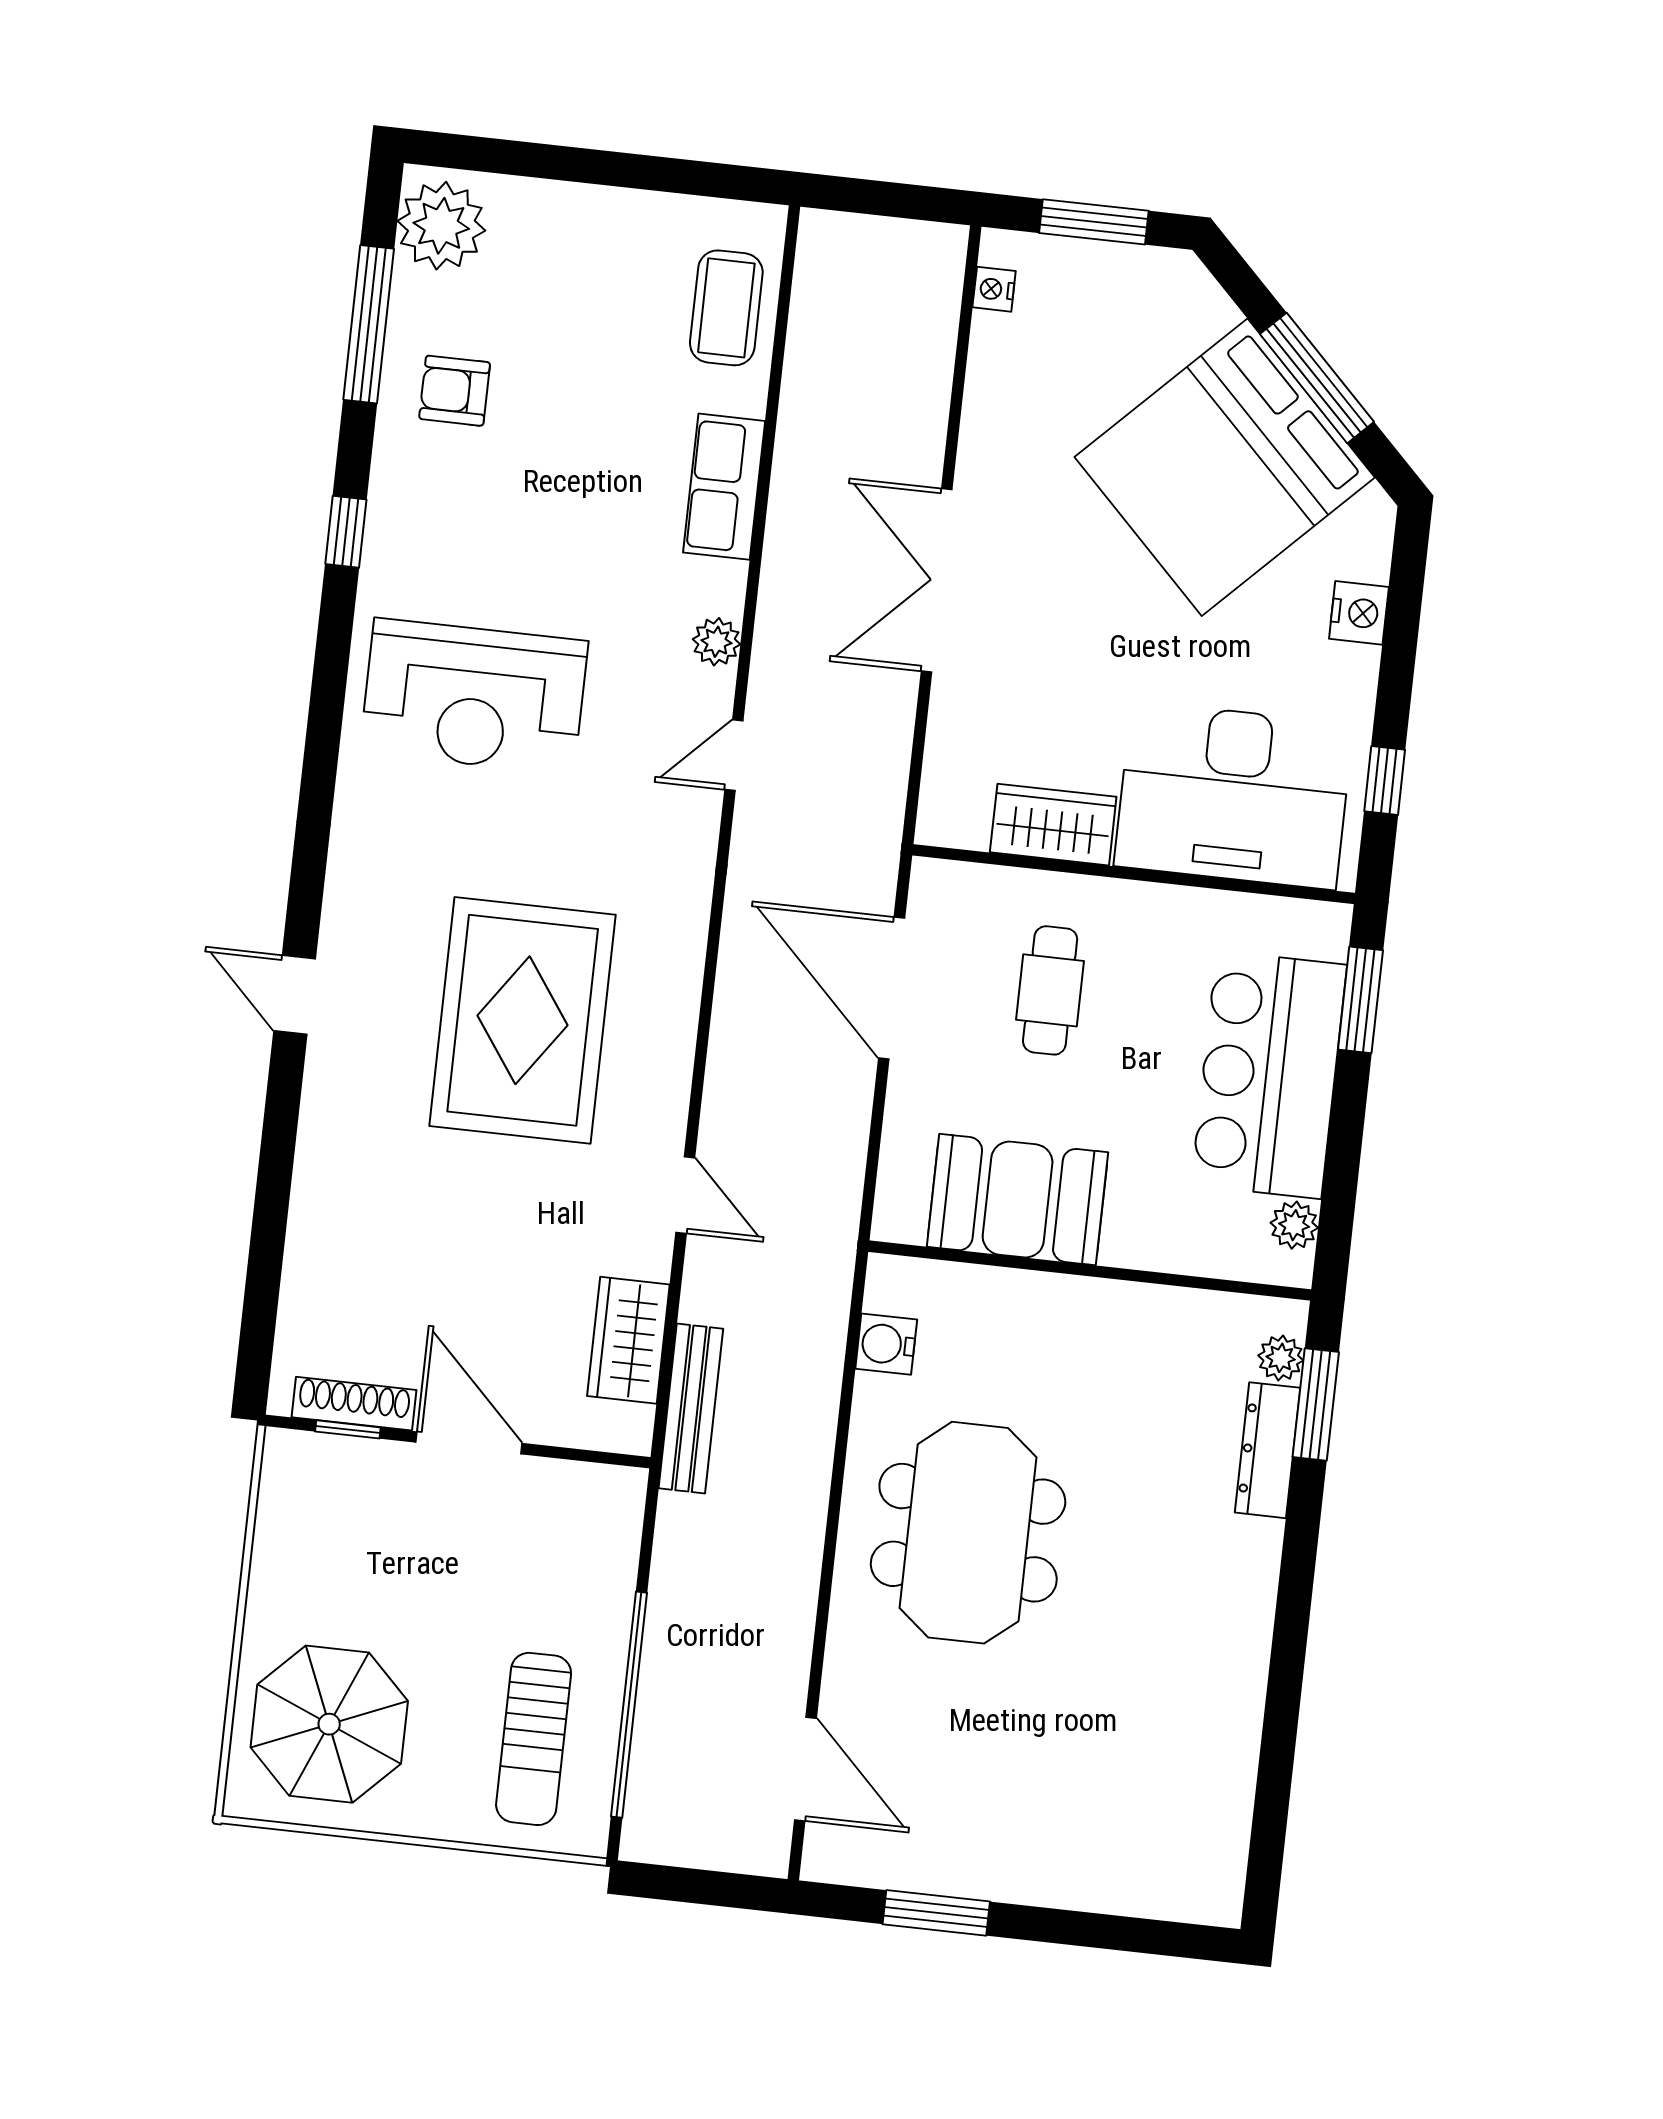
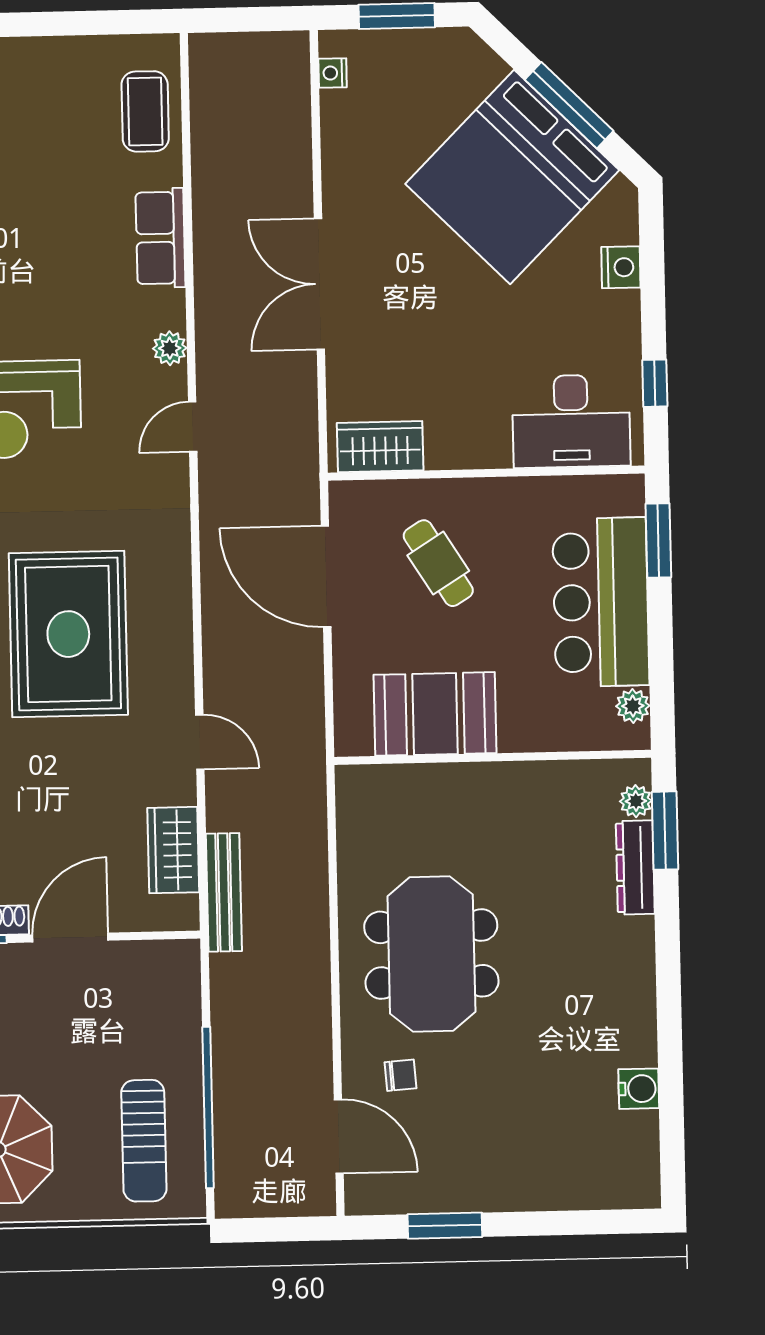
desk: (1234, 795) -> (571, 421), width x0.73, depth x0.77
wardrobe: (1053, 825) -> (380, 447), moved
cafe table: (1050, 990) -> (438, 563), turned -32
water cooler: (886, 1344) -> (639, 1089), moved, turned 180
door: (469, 1443) -> (70, 938), hinge flipped
chair: (903, 1696) -> (400, 1075), added

